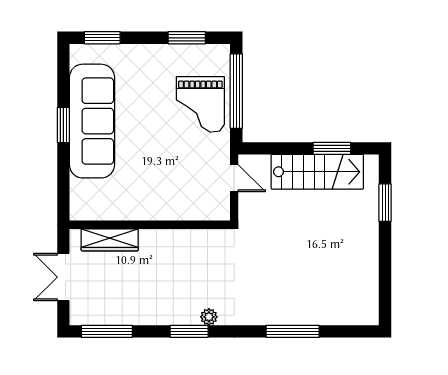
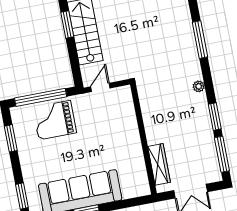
grand piano: (200, 104) -> (54, 120), turned 180
window: (189, 331) -> (215, 117), moved
window: (293, 331) -> (200, 40), moved

